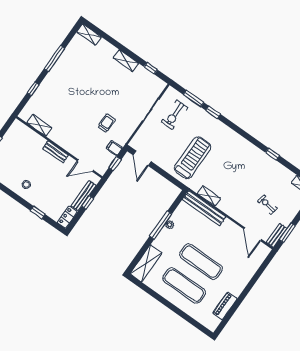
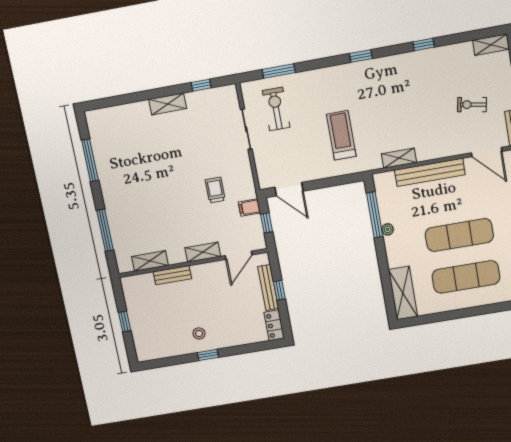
shelving: (89, 34) -> (203, 252), moved
window: (55, 59) -> (90, 160), moved
window: (33, 89) -> (105, 230), width x2.17
window: (213, 112) -> (361, 56), moved
exercise bike: (175, 115) -> (276, 109), turned 180
bench: (55, 152) -> (172, 275), moved
treadmill: (193, 158) -> (341, 135), width x0.73, depth x0.73
bench: (204, 208) -> (430, 172), moved
window: (38, 212) -> (208, 355), moved
window: (161, 225) -> (375, 215), moved

